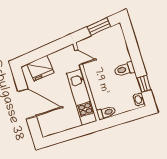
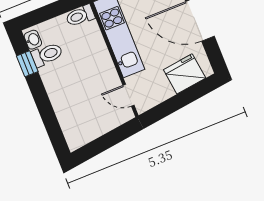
window: (99, 27) -> (102, 144), removed
toilet: (124, 69) -> (47, 55), moved

